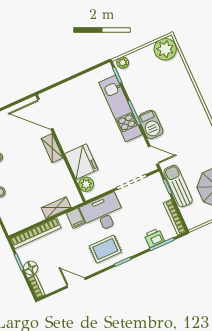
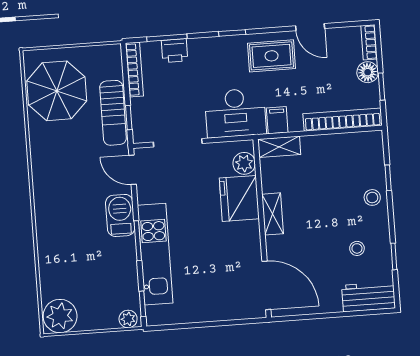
shelving: (52, 148) -> (273, 214), moved
shelving: (56, 208) -> (279, 147), moved
rug: (105, 249) -> (272, 56), moved

